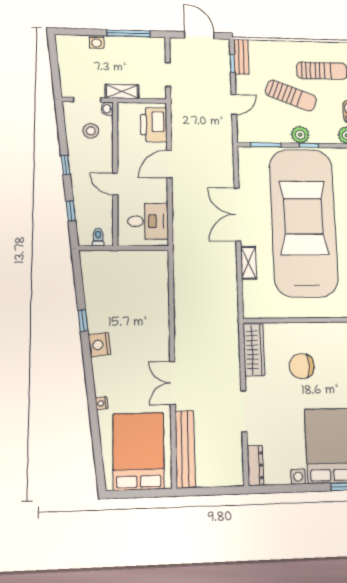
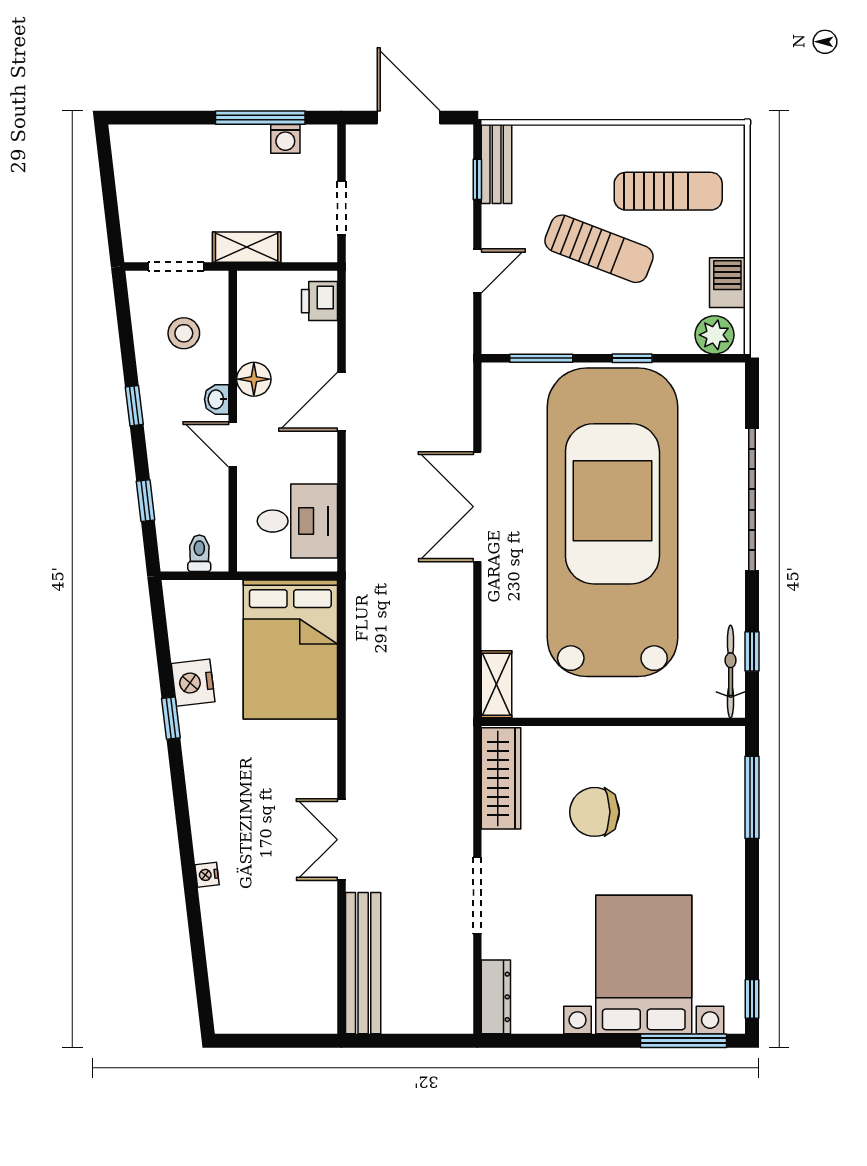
washing machine: (97, 42) -> (285, 139), moved
washbasin: (107, 109) -> (217, 399), moved
printer: (154, 125) -> (319, 301), width x0.53, depth x0.68
plant: (300, 135) -> (615, 335), removed
floor lamp: (126, 153) -> (254, 379), added
shelving: (249, 263) -> (497, 684), moved
nightstand: (100, 345) -> (193, 683), moved
bed: (138, 451) -> (290, 650), moved, turned 180

